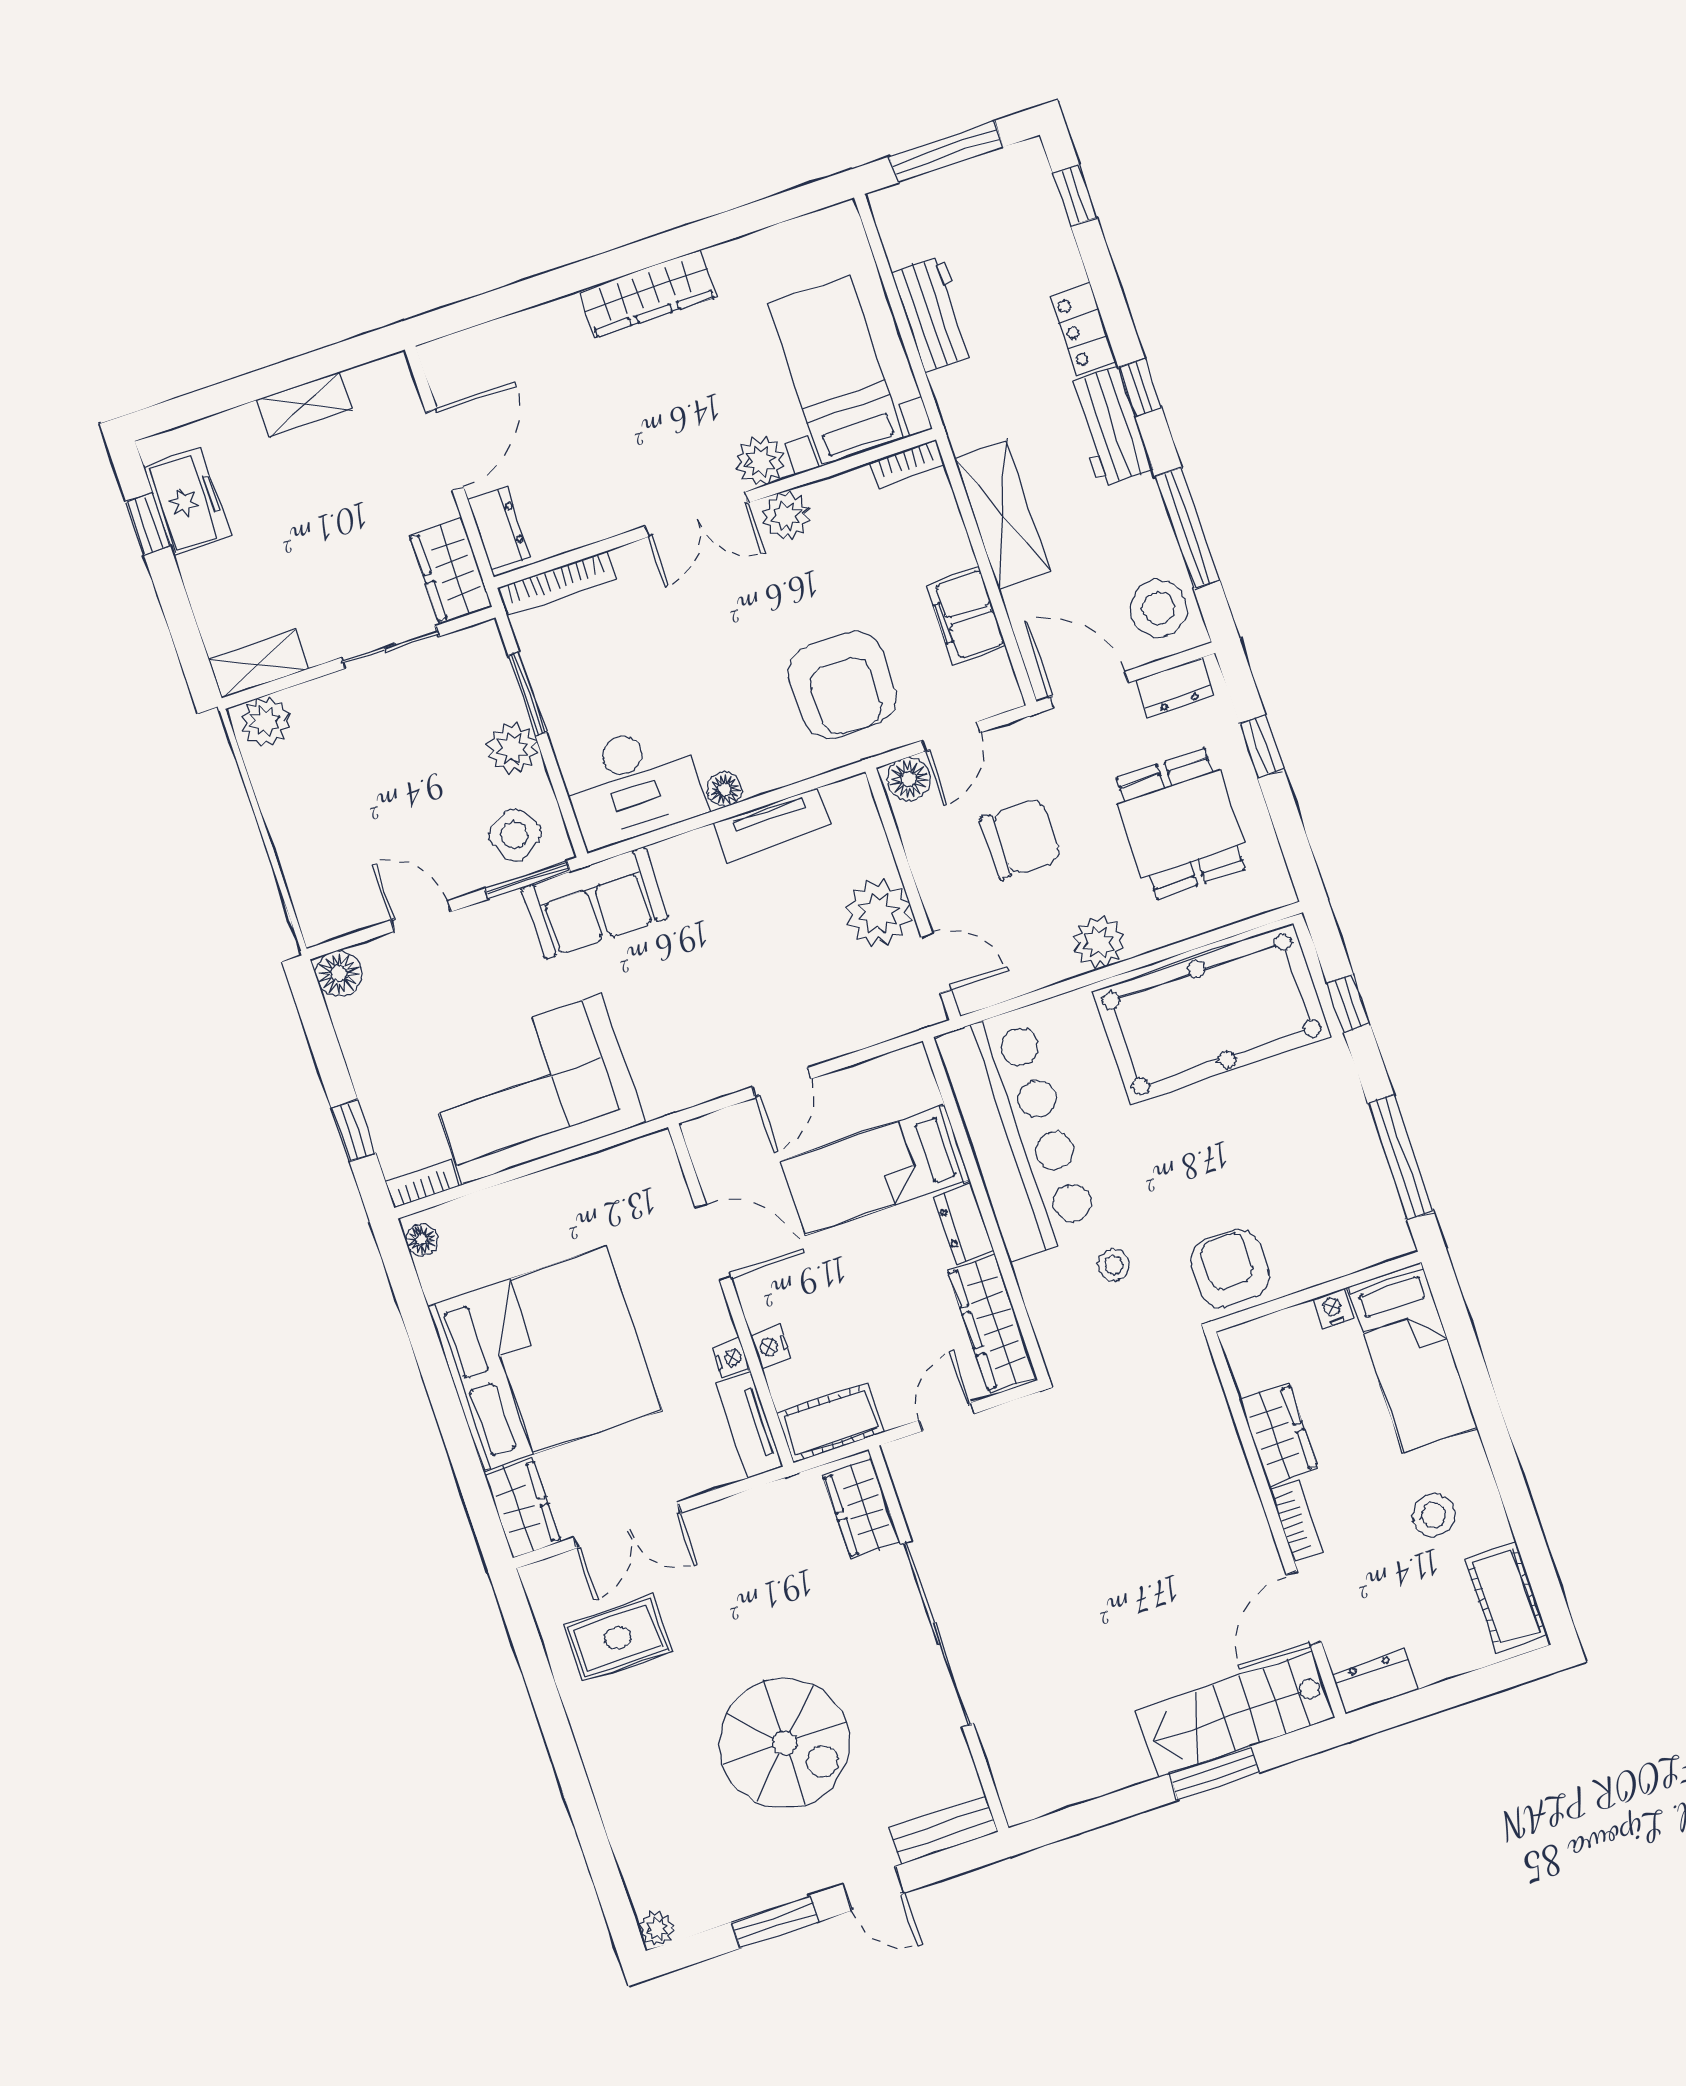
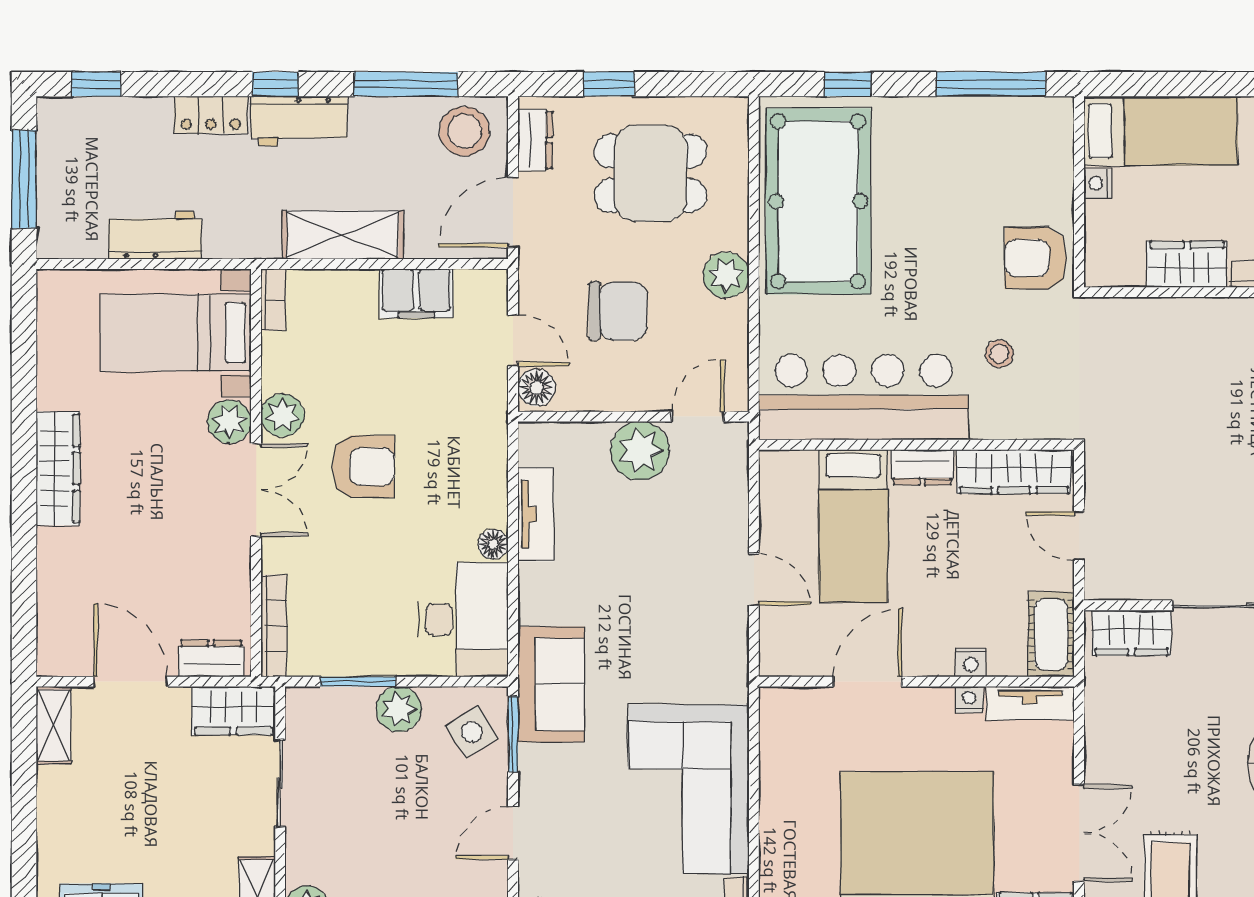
shelving: (304, 404) -> (53, 725), moved
armchair: (842, 685) -> (363, 467), moved, width x0.73, depth x0.73
chair: (1021, 839) -> (618, 311), turned 90

